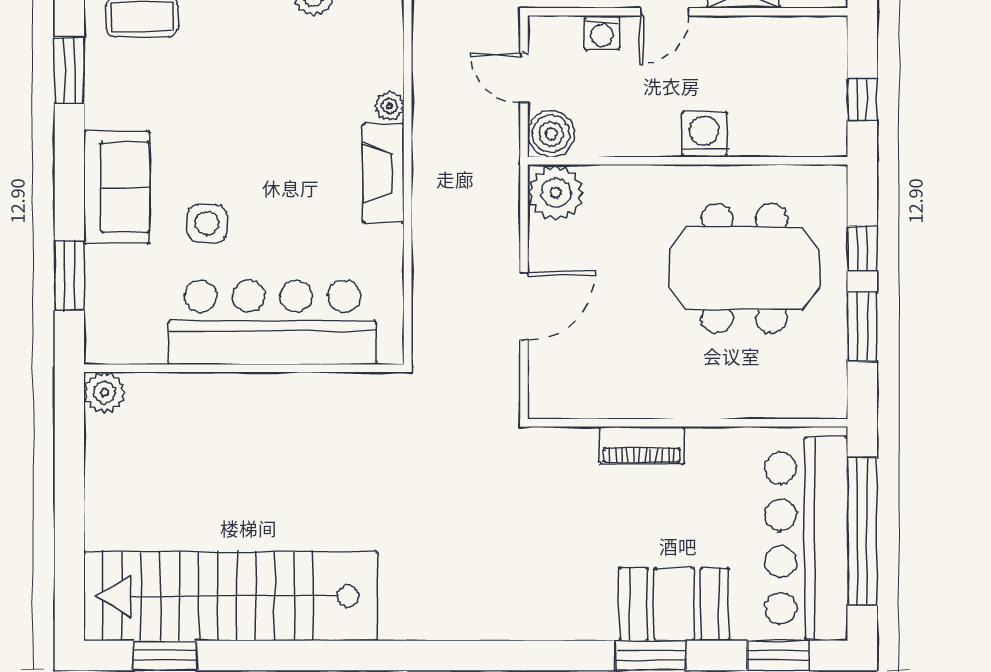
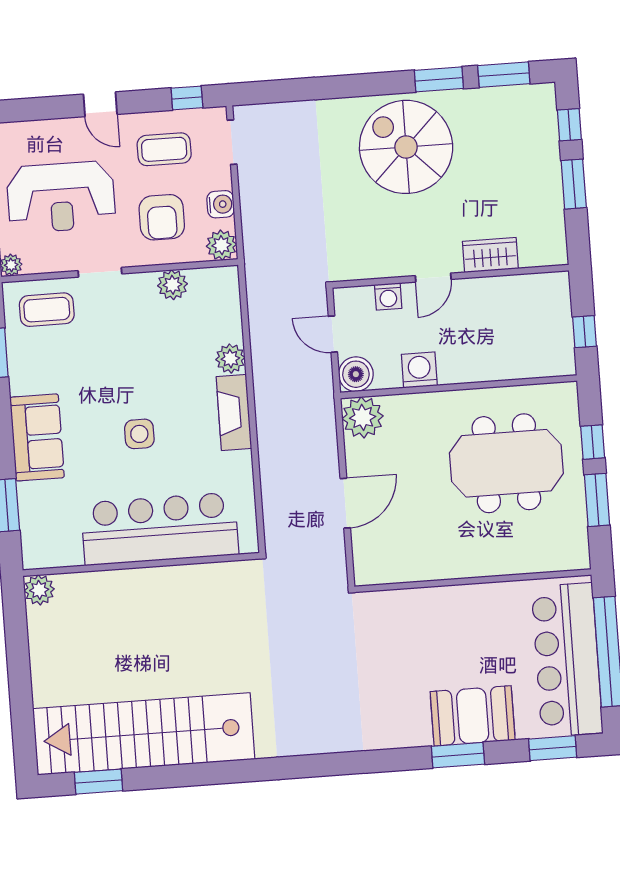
plant: (389, 106) -> (230, 359), width x1.38, depth x1.38
washing machine: (704, 134) -> (419, 370), moved
side table: (207, 223) -> (139, 434), moved
piano: (642, 445) -> (440, 600), removed

